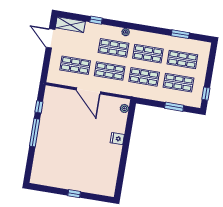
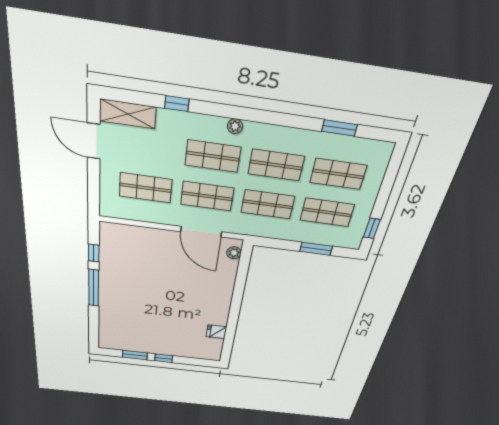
door: (88, 91) -> (201, 232), moved
fridge: (117, 139) -> (216, 332), moved
window: (54, 190) -> (135, 355), added

